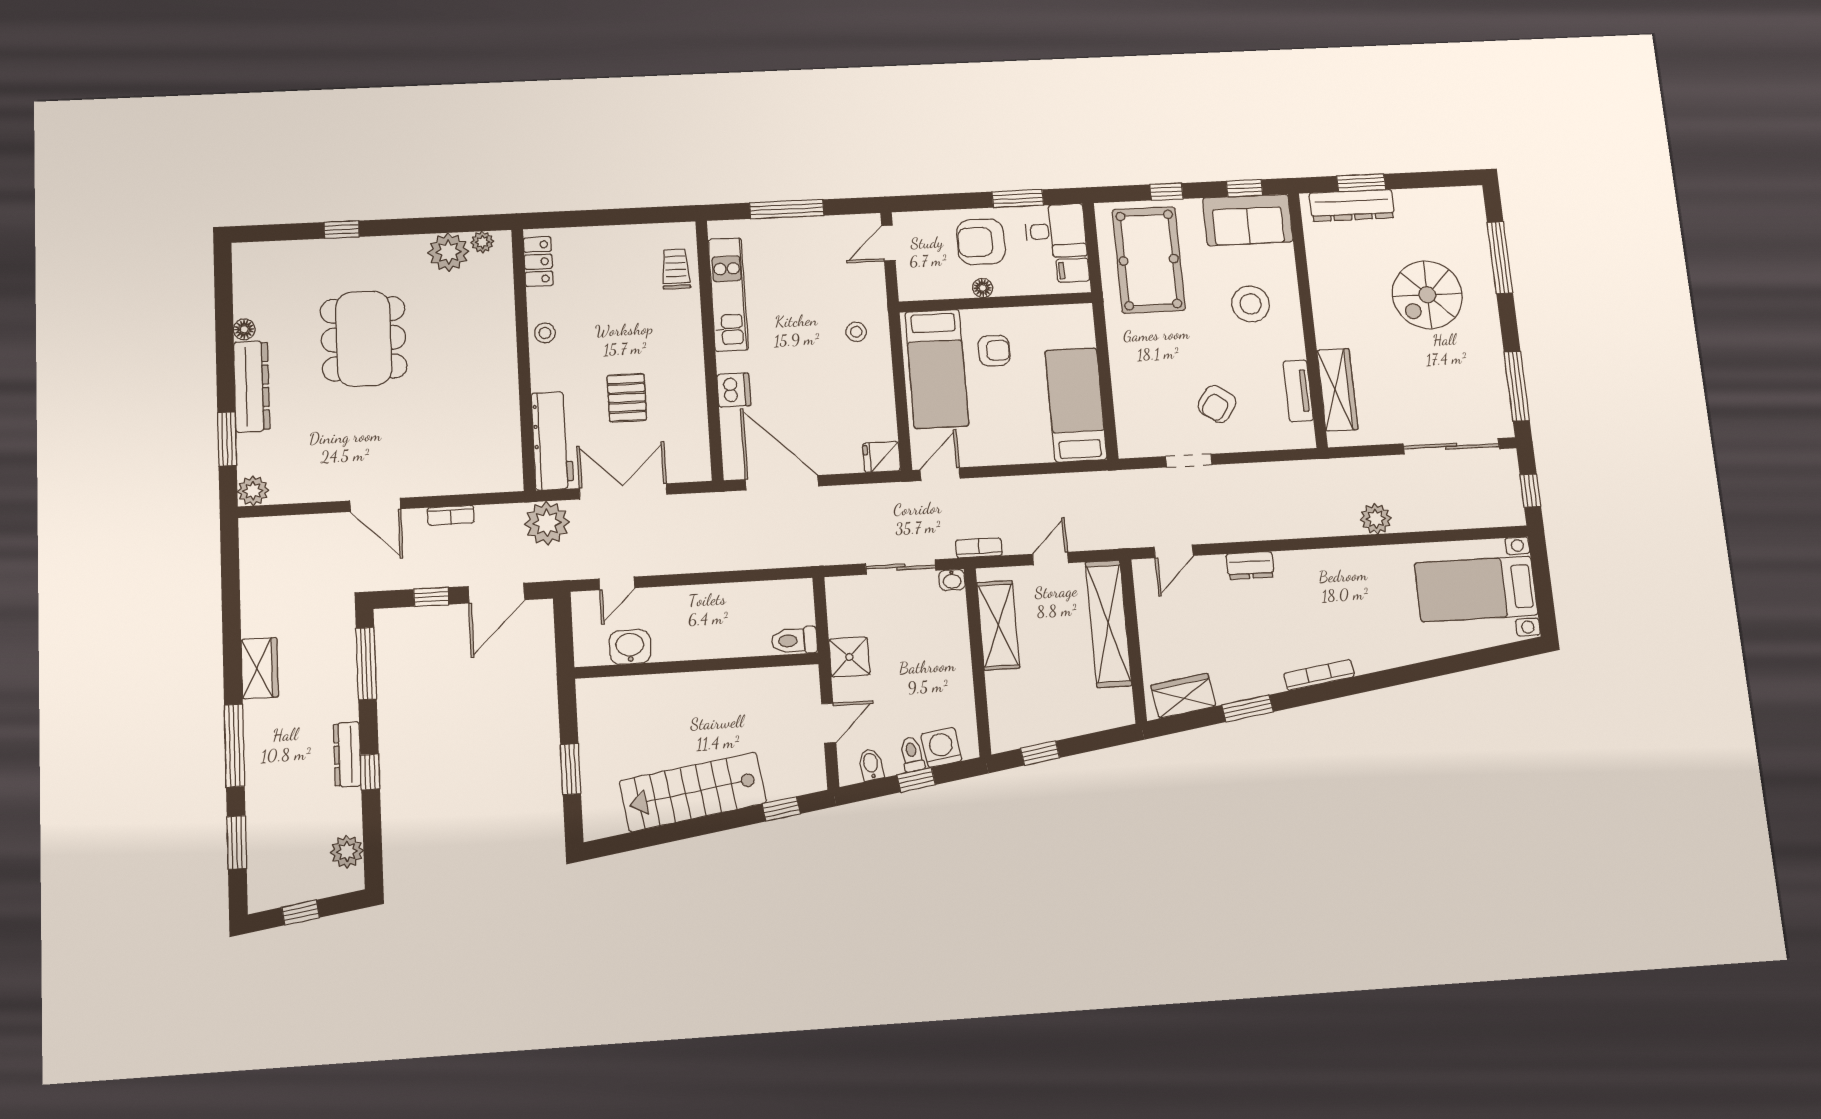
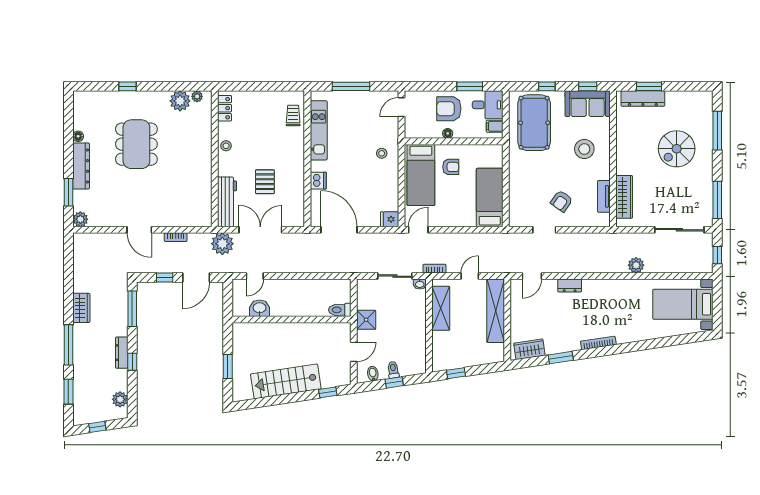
washing machine: (941, 747) -> (408, 367), removed

